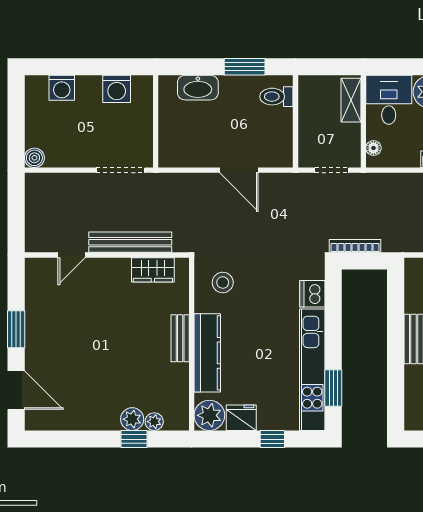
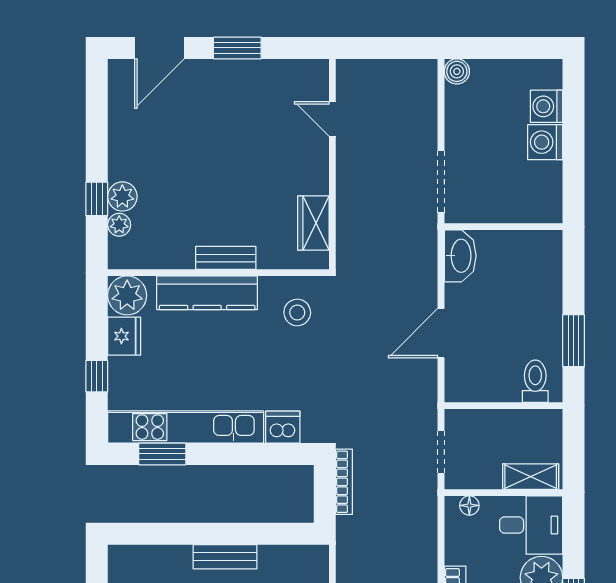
washbasin: (198, 88) -> (460, 256), moved, turned 180
washing machine: (117, 89) -> (545, 142), moved
bench: (130, 242) -> (349, 194), removed

